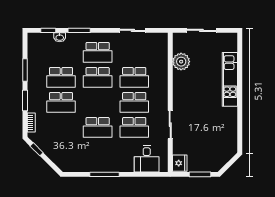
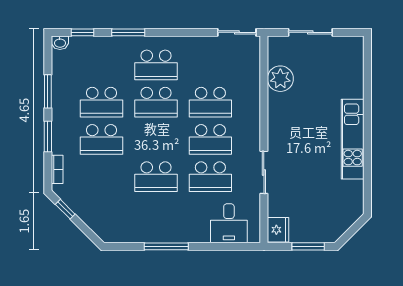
sliding door: (133, 30) -> (237, 32), moved
washbasin: (60, 37) -> (60, 43), moved
kitchen unit: (230, 79) -> (353, 139), moved

